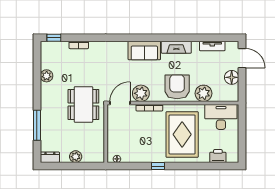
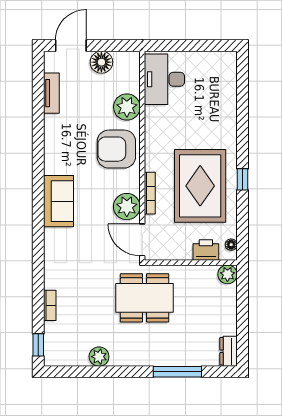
fireplace: (176, 47) -> (53, 150), removed
rug: (182, 134) -> (200, 186), moved, turned 90
printer: (218, 156) -> (206, 250), moved, turned 90
plant: (76, 157) -> (227, 274), moved

